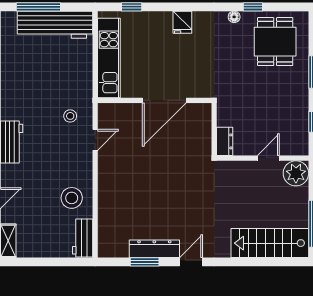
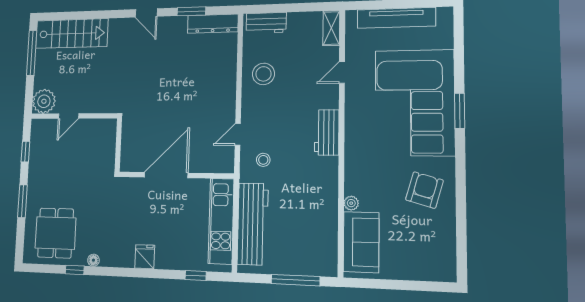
workbench: (55, 25) -> (253, 224), moved, turned 90
dresser: (225, 141) -> (109, 133), removed
workbench: (83, 238) -> (266, 23), moved, turned 90
dresser: (154, 249) -> (213, 24), moved
door: (191, 262) -> (146, 13), hinge flipped

